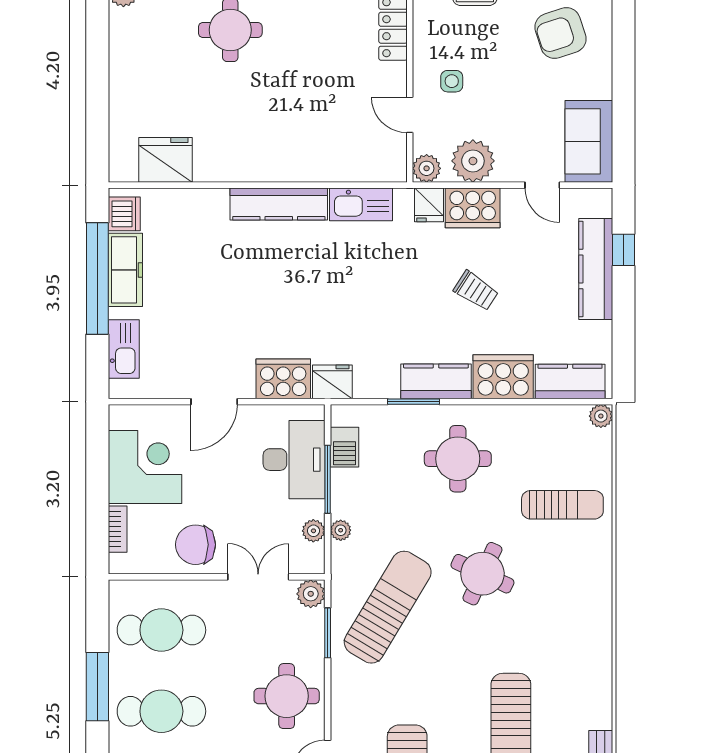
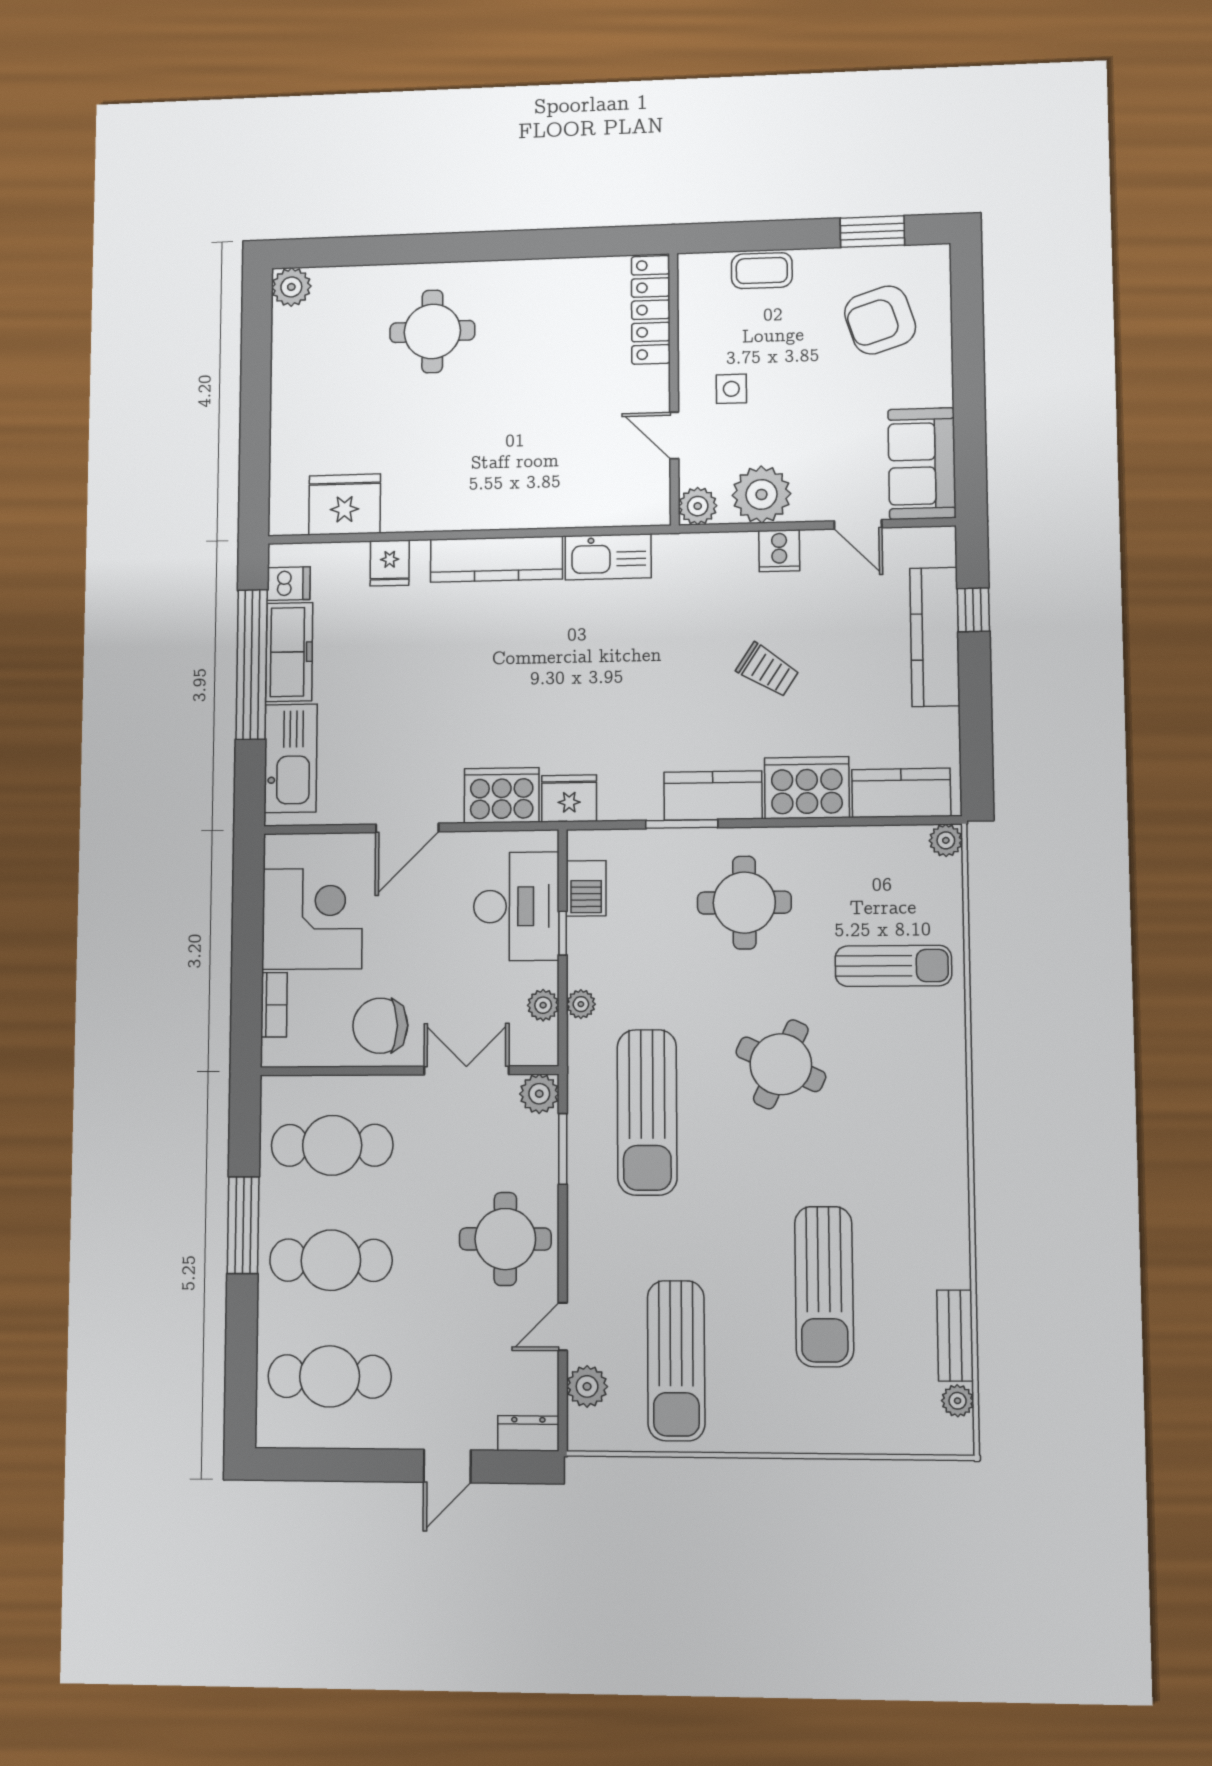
fridge: (429, 205) -> (390, 563), moved
cooker: (473, 208) -> (779, 551), width x0.53, depth x0.76
dishwasher: (124, 214) -> (289, 584), width x0.73
kitchen sink: (124, 349) -> (291, 758), width x1.36, depth x1.24
window: (328, 479) -> (563, 933), width x0.46
sun lounger: (388, 607) -> (647, 1112), turned 149

